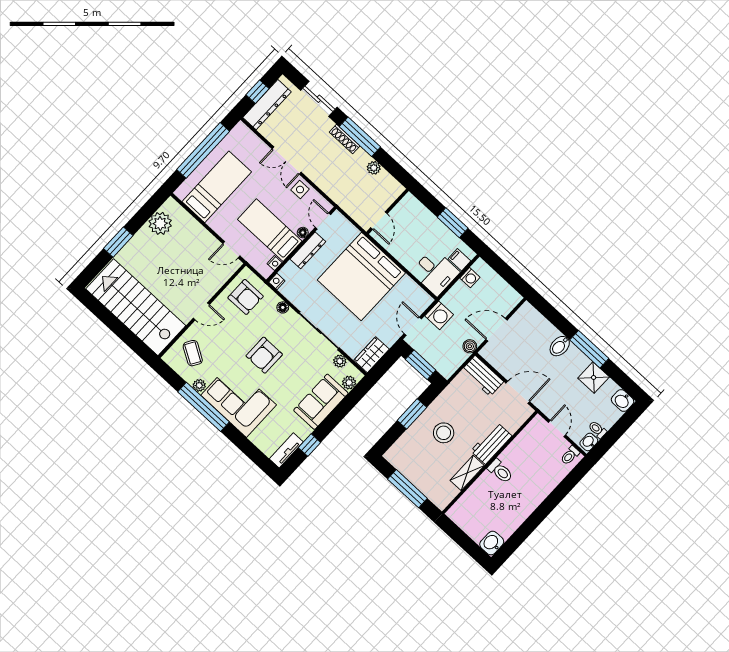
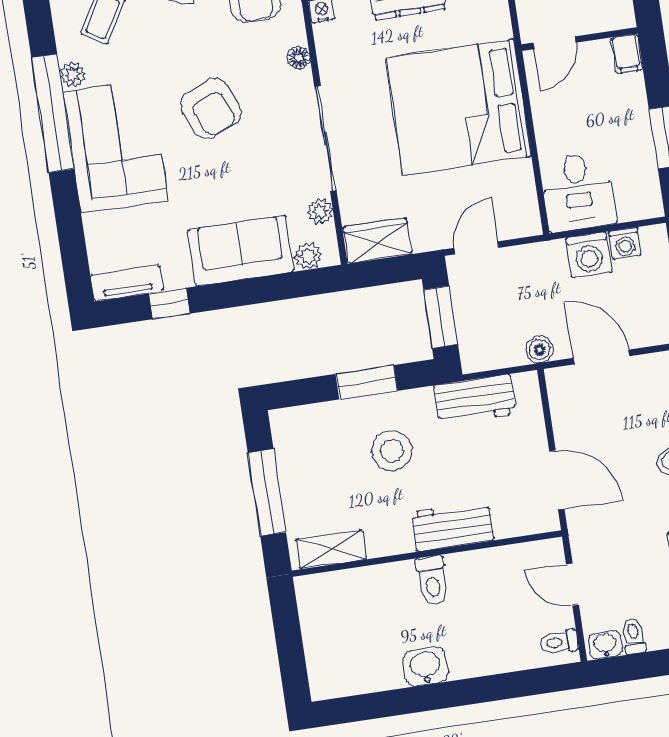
filing cabinet: (459, 260) -> (627, 54), moved, turned 180
washing machine: (439, 315) -> (589, 255), moved
armchair: (264, 355) -> (211, 108), turned -113
workbench: (483, 376) -> (475, 399), moved, turned -90
door: (557, 429) -> (572, 585), swing flipped
shelving: (467, 473) -> (331, 549), moved
washbasin: (492, 543) -> (425, 667), moved

